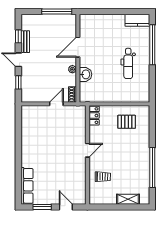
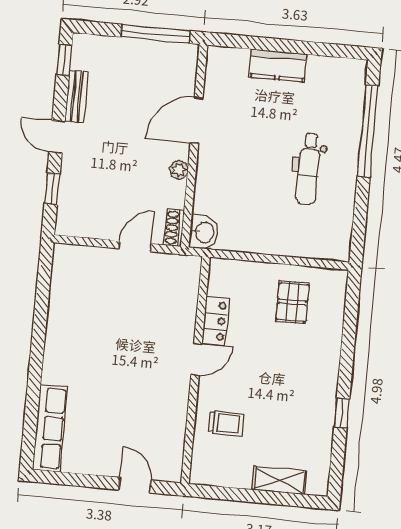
kitchen counter: (137, 20) -> (278, 66), moved
window: (18, 36) -> (64, 60), moved
washbasin: (86, 74) -> (204, 232), moved
locker: (94, 116) -> (216, 321), moved
pallet: (127, 122) -> (293, 302), turned 90
window: (152, 168) -> (342, 413), width x0.32
window: (42, 207) -> (80, 480), removed

